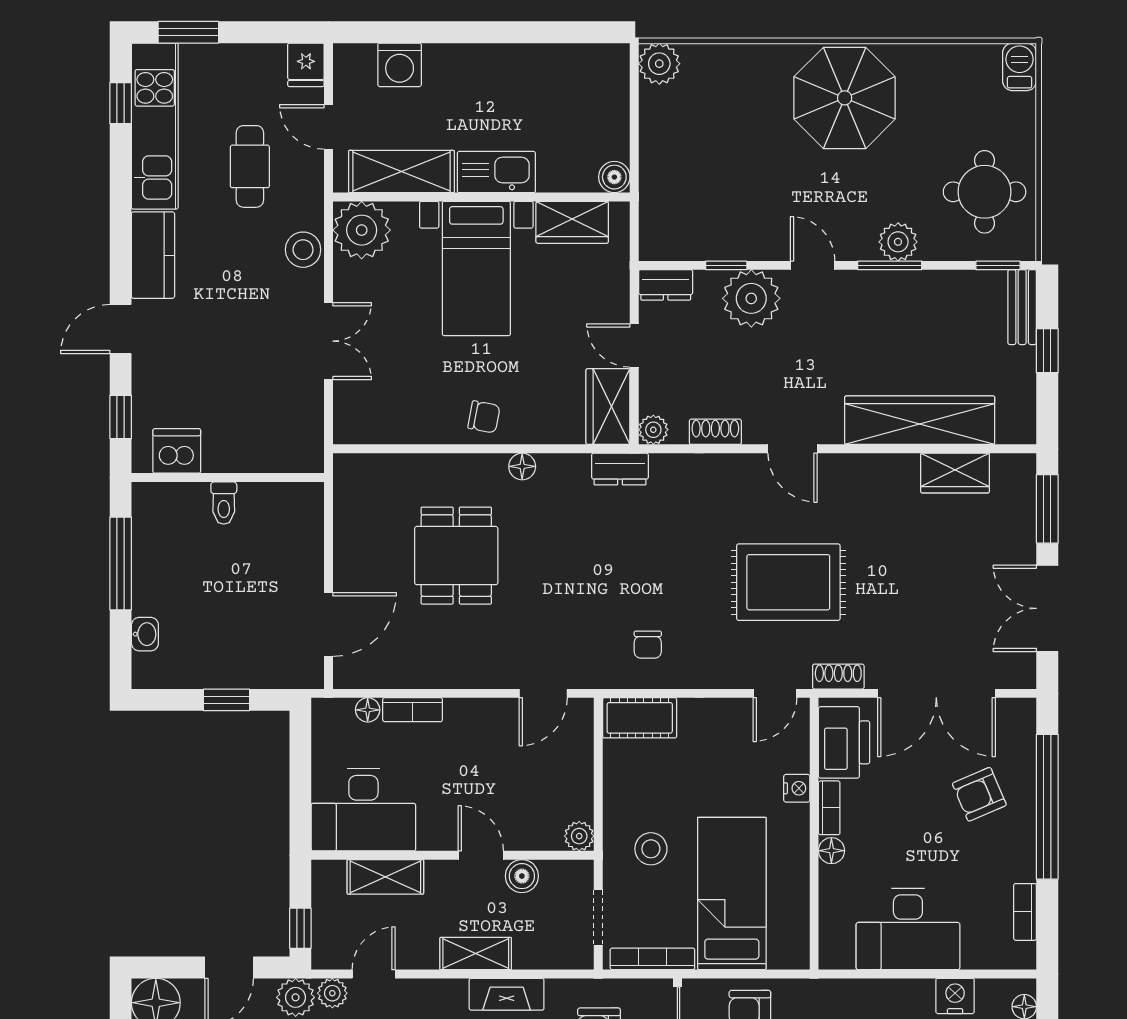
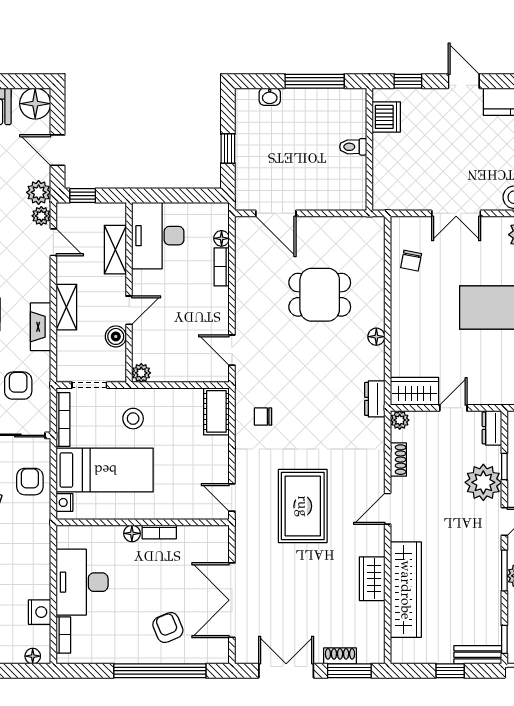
chair: (484, 417) -> (411, 261), moved
wardrobe: (955, 473) -> (372, 579), moved
shoe rack: (838, 677) -> (340, 656), moved, turned -90
printer: (844, 742) -> (201, 541), removed
nightstand: (797, 788) -> (65, 502), moved, turned 90
bookcase: (1025, 912) -> (63, 635), moved, turned 90

